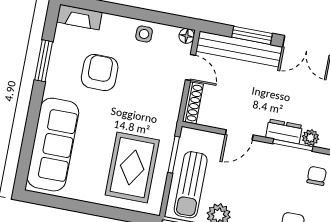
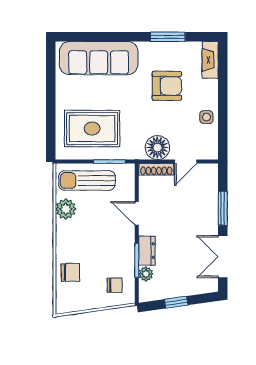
floor lamp: (187, 36) -> (157, 148), moved, width x1.89, depth x1.89
bench: (239, 49) -> (209, 199), removed

